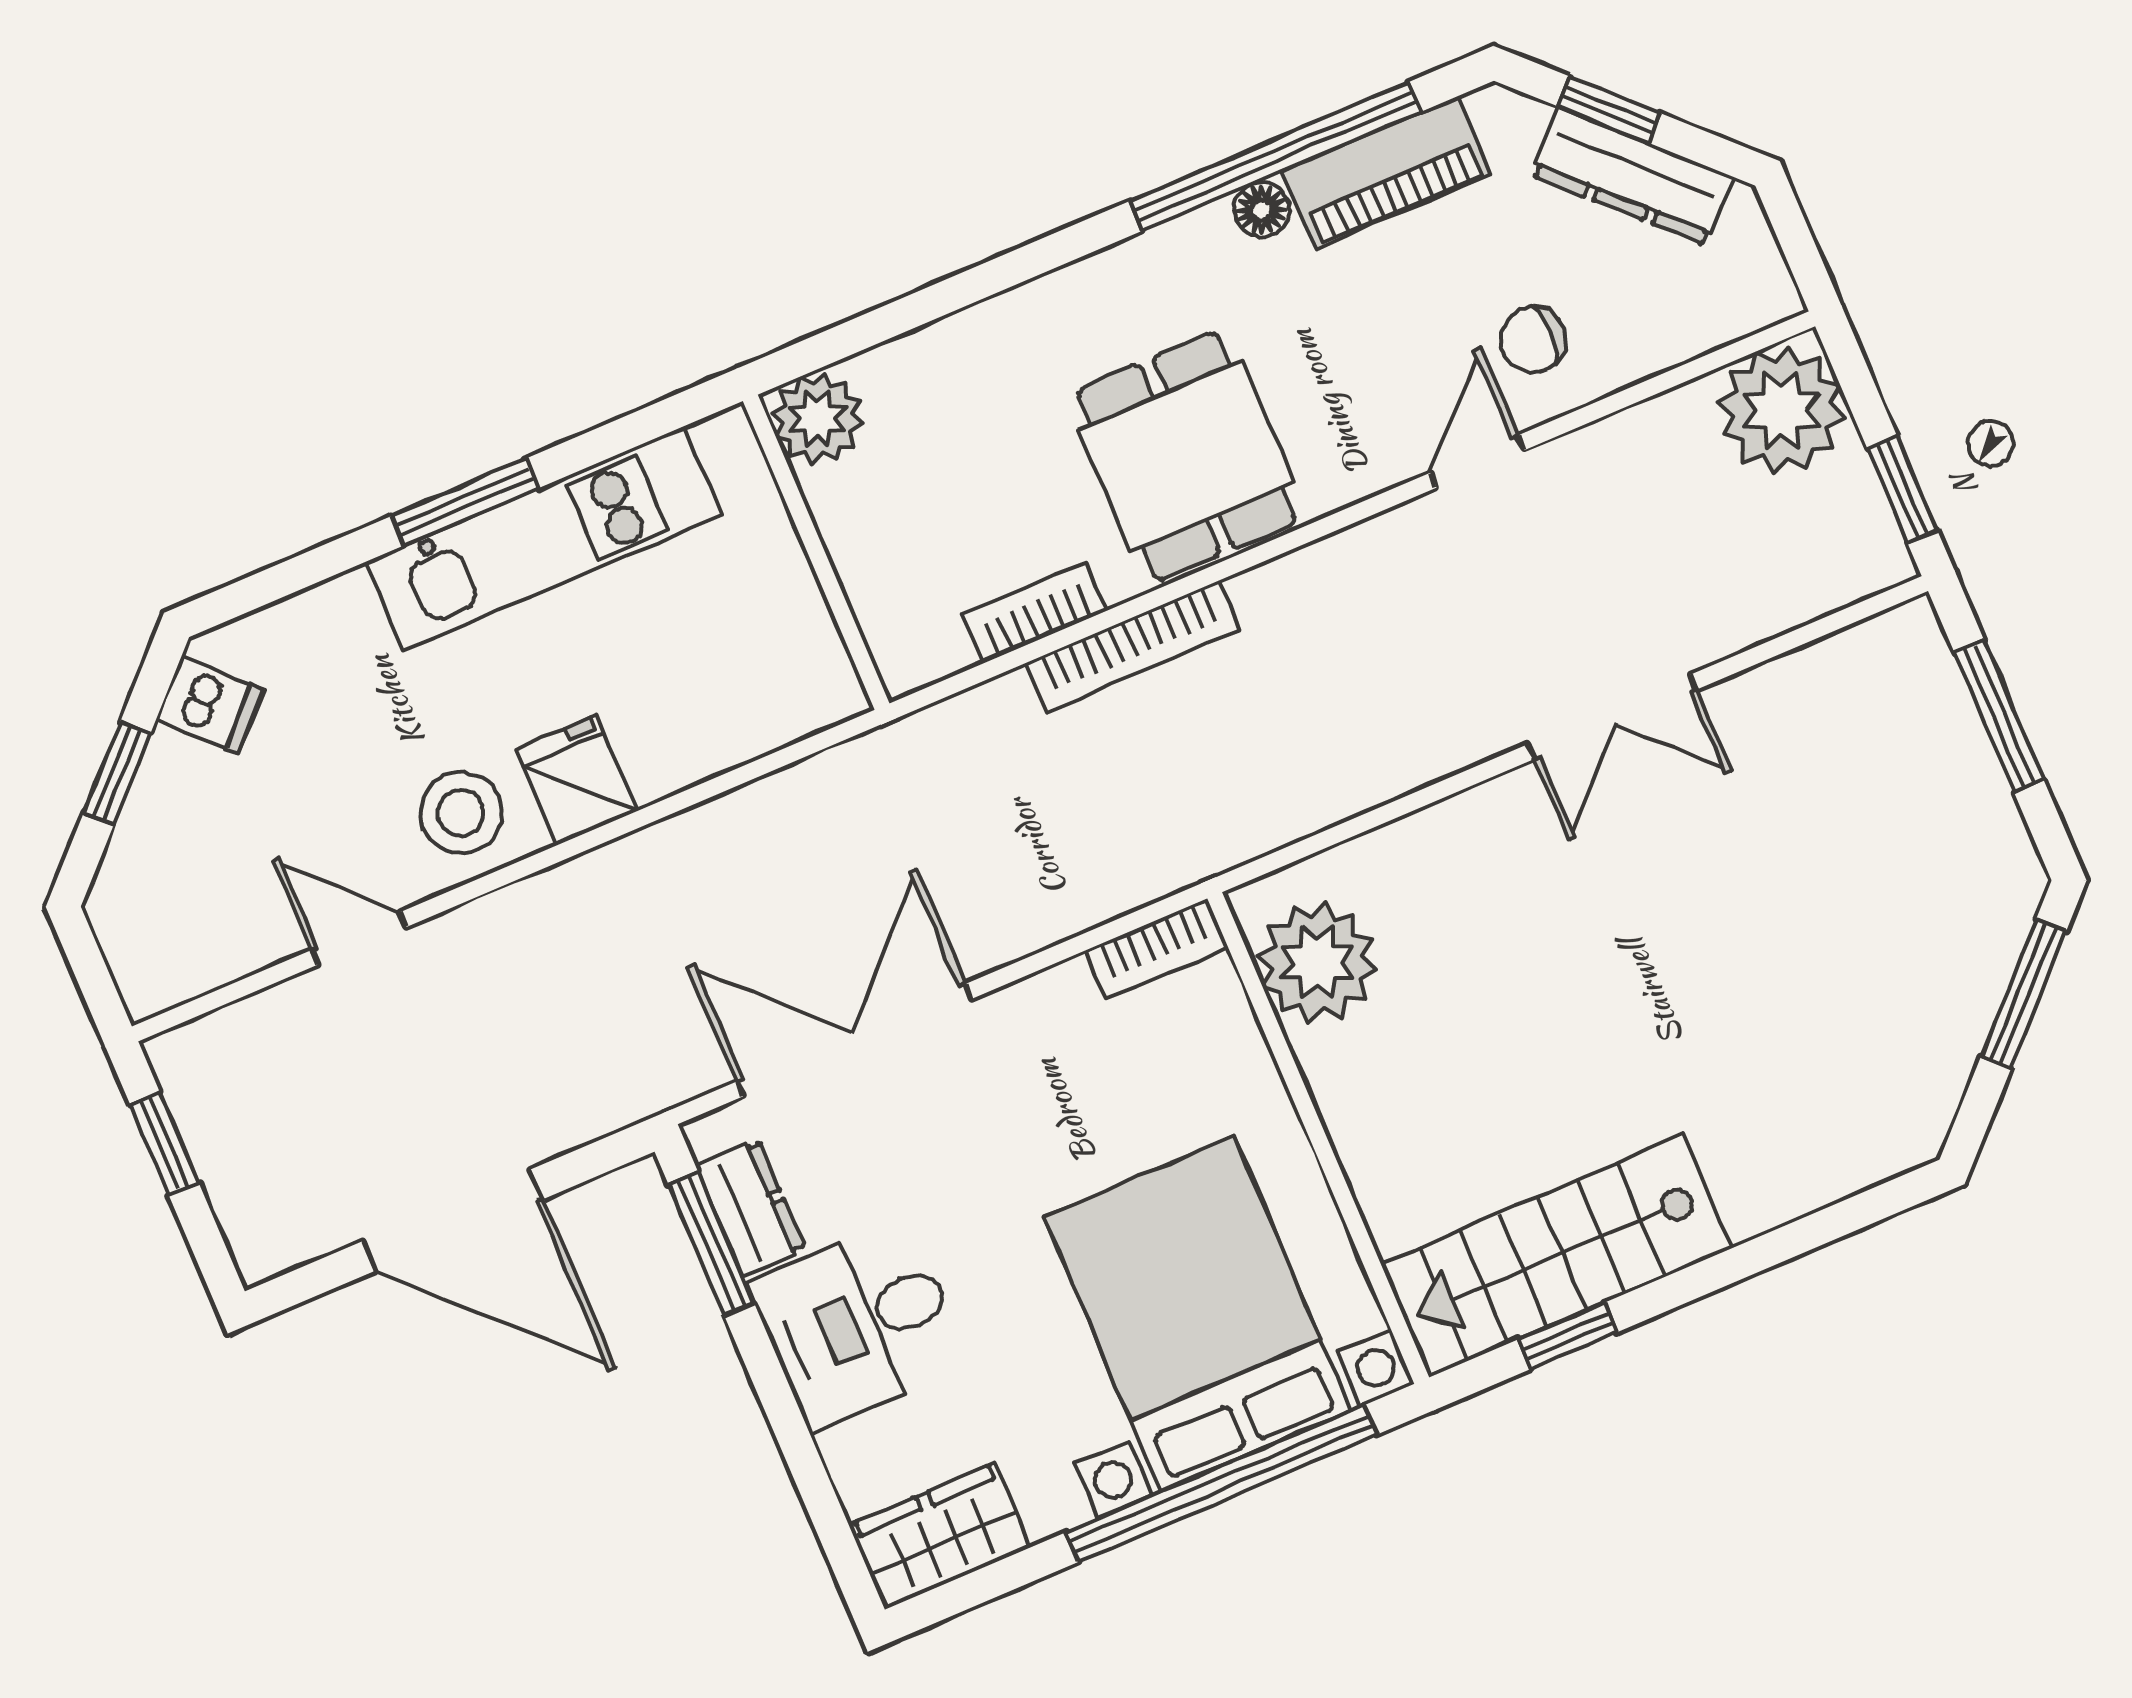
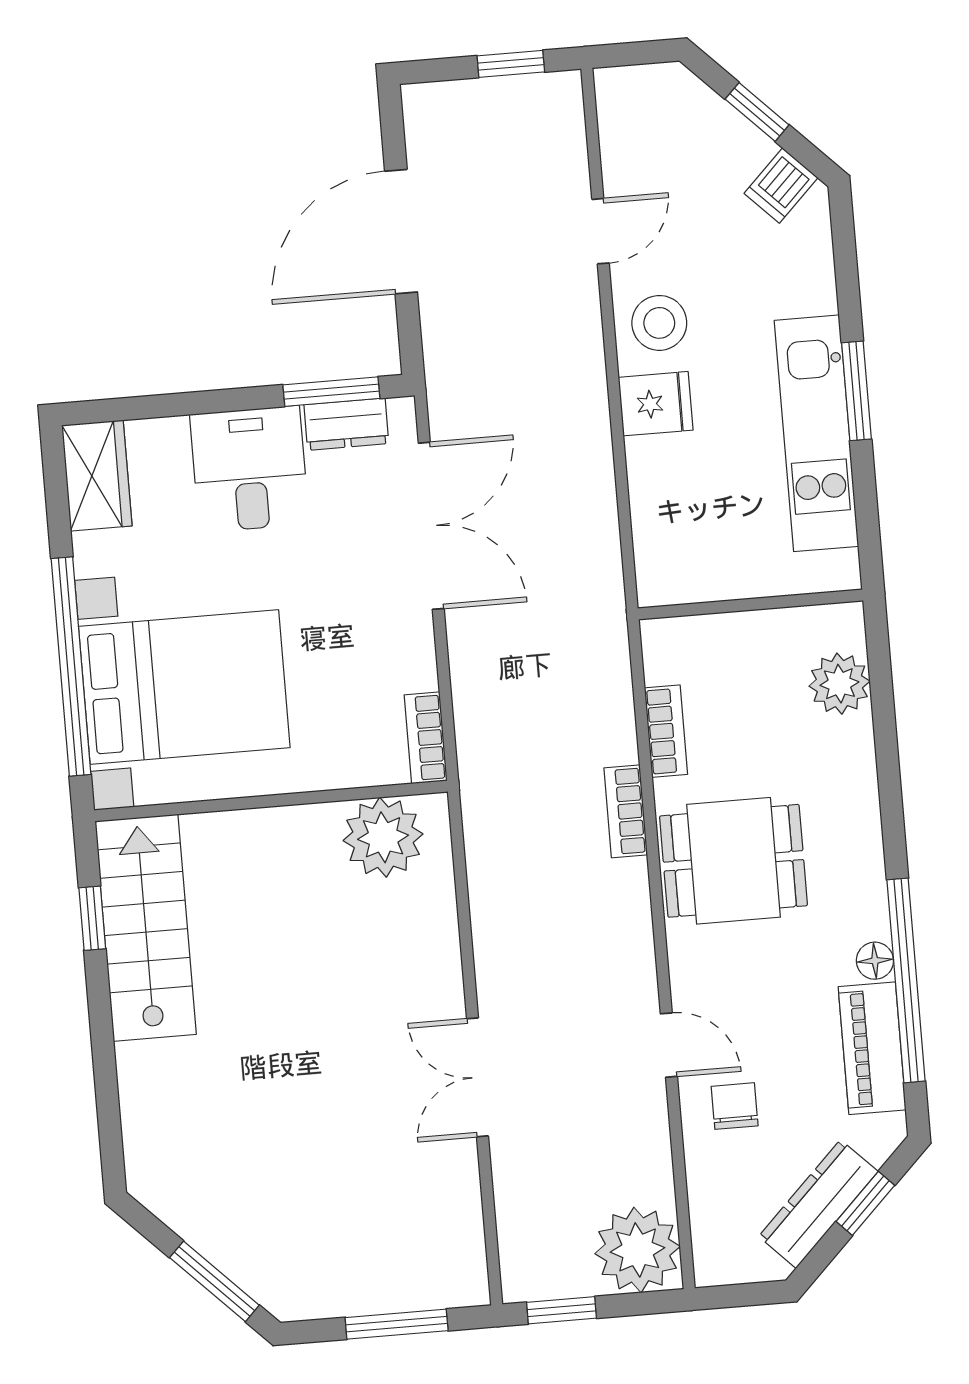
plant: (818, 419) -> (839, 684), moved
bookcase: (1132, 647) -> (626, 811), width x0.64

